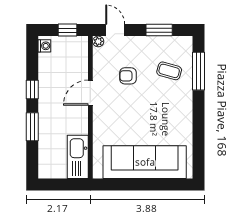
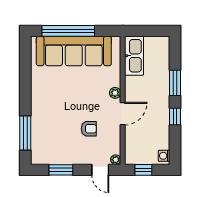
coffee table: (169, 71) -> (52, 133), removed
plant: (99, 116) -> (115, 93), added
window: (151, 184) -> (68, 31), added

